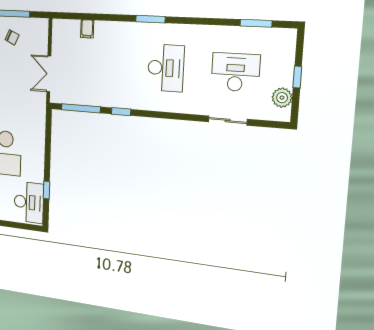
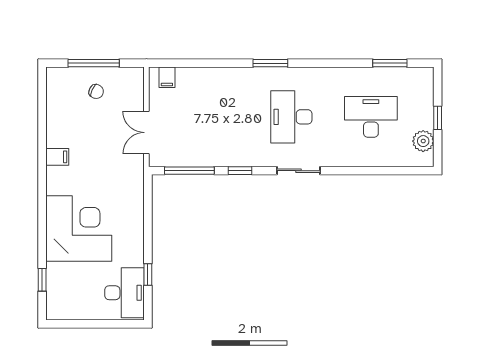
filing cabinet: (87, 29) -> (167, 77), moved
desk: (166, 68) -> (291, 117), turned 180
sliding door: (228, 121) -> (299, 171), moved

